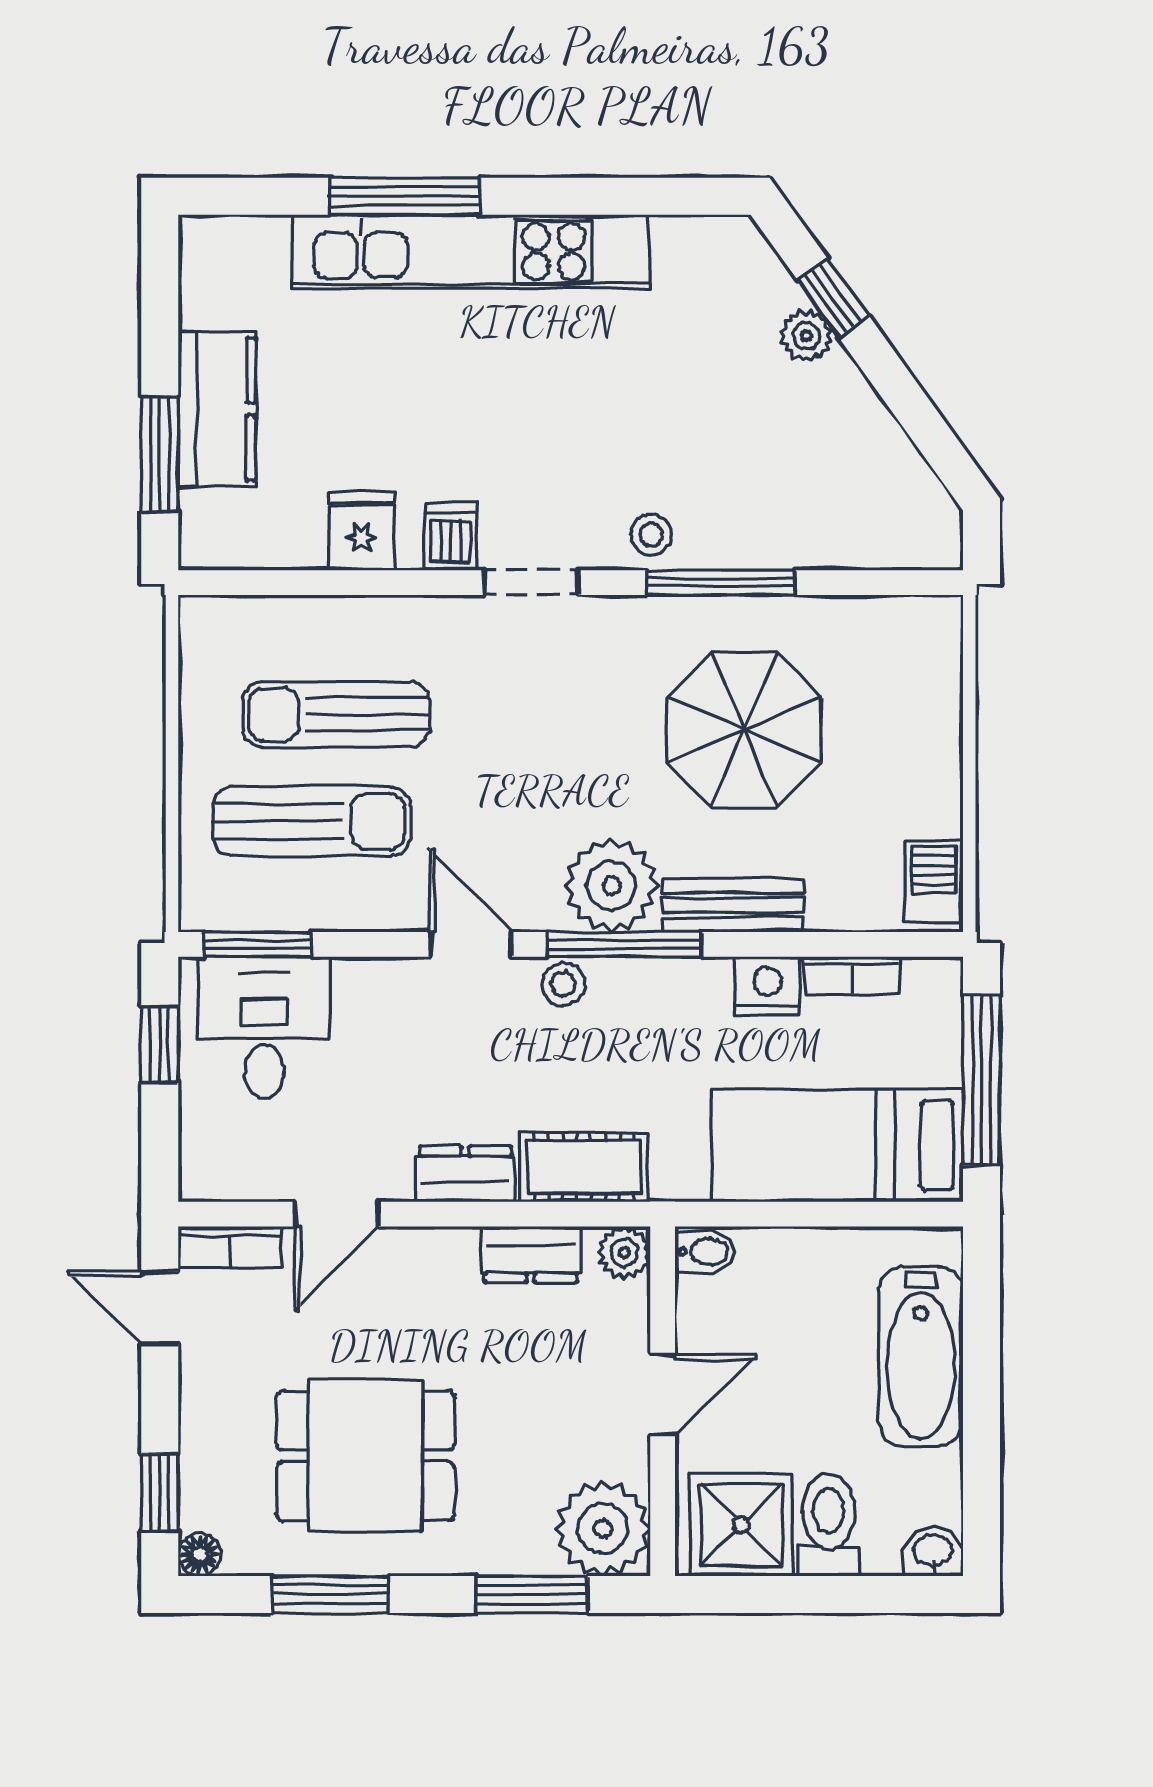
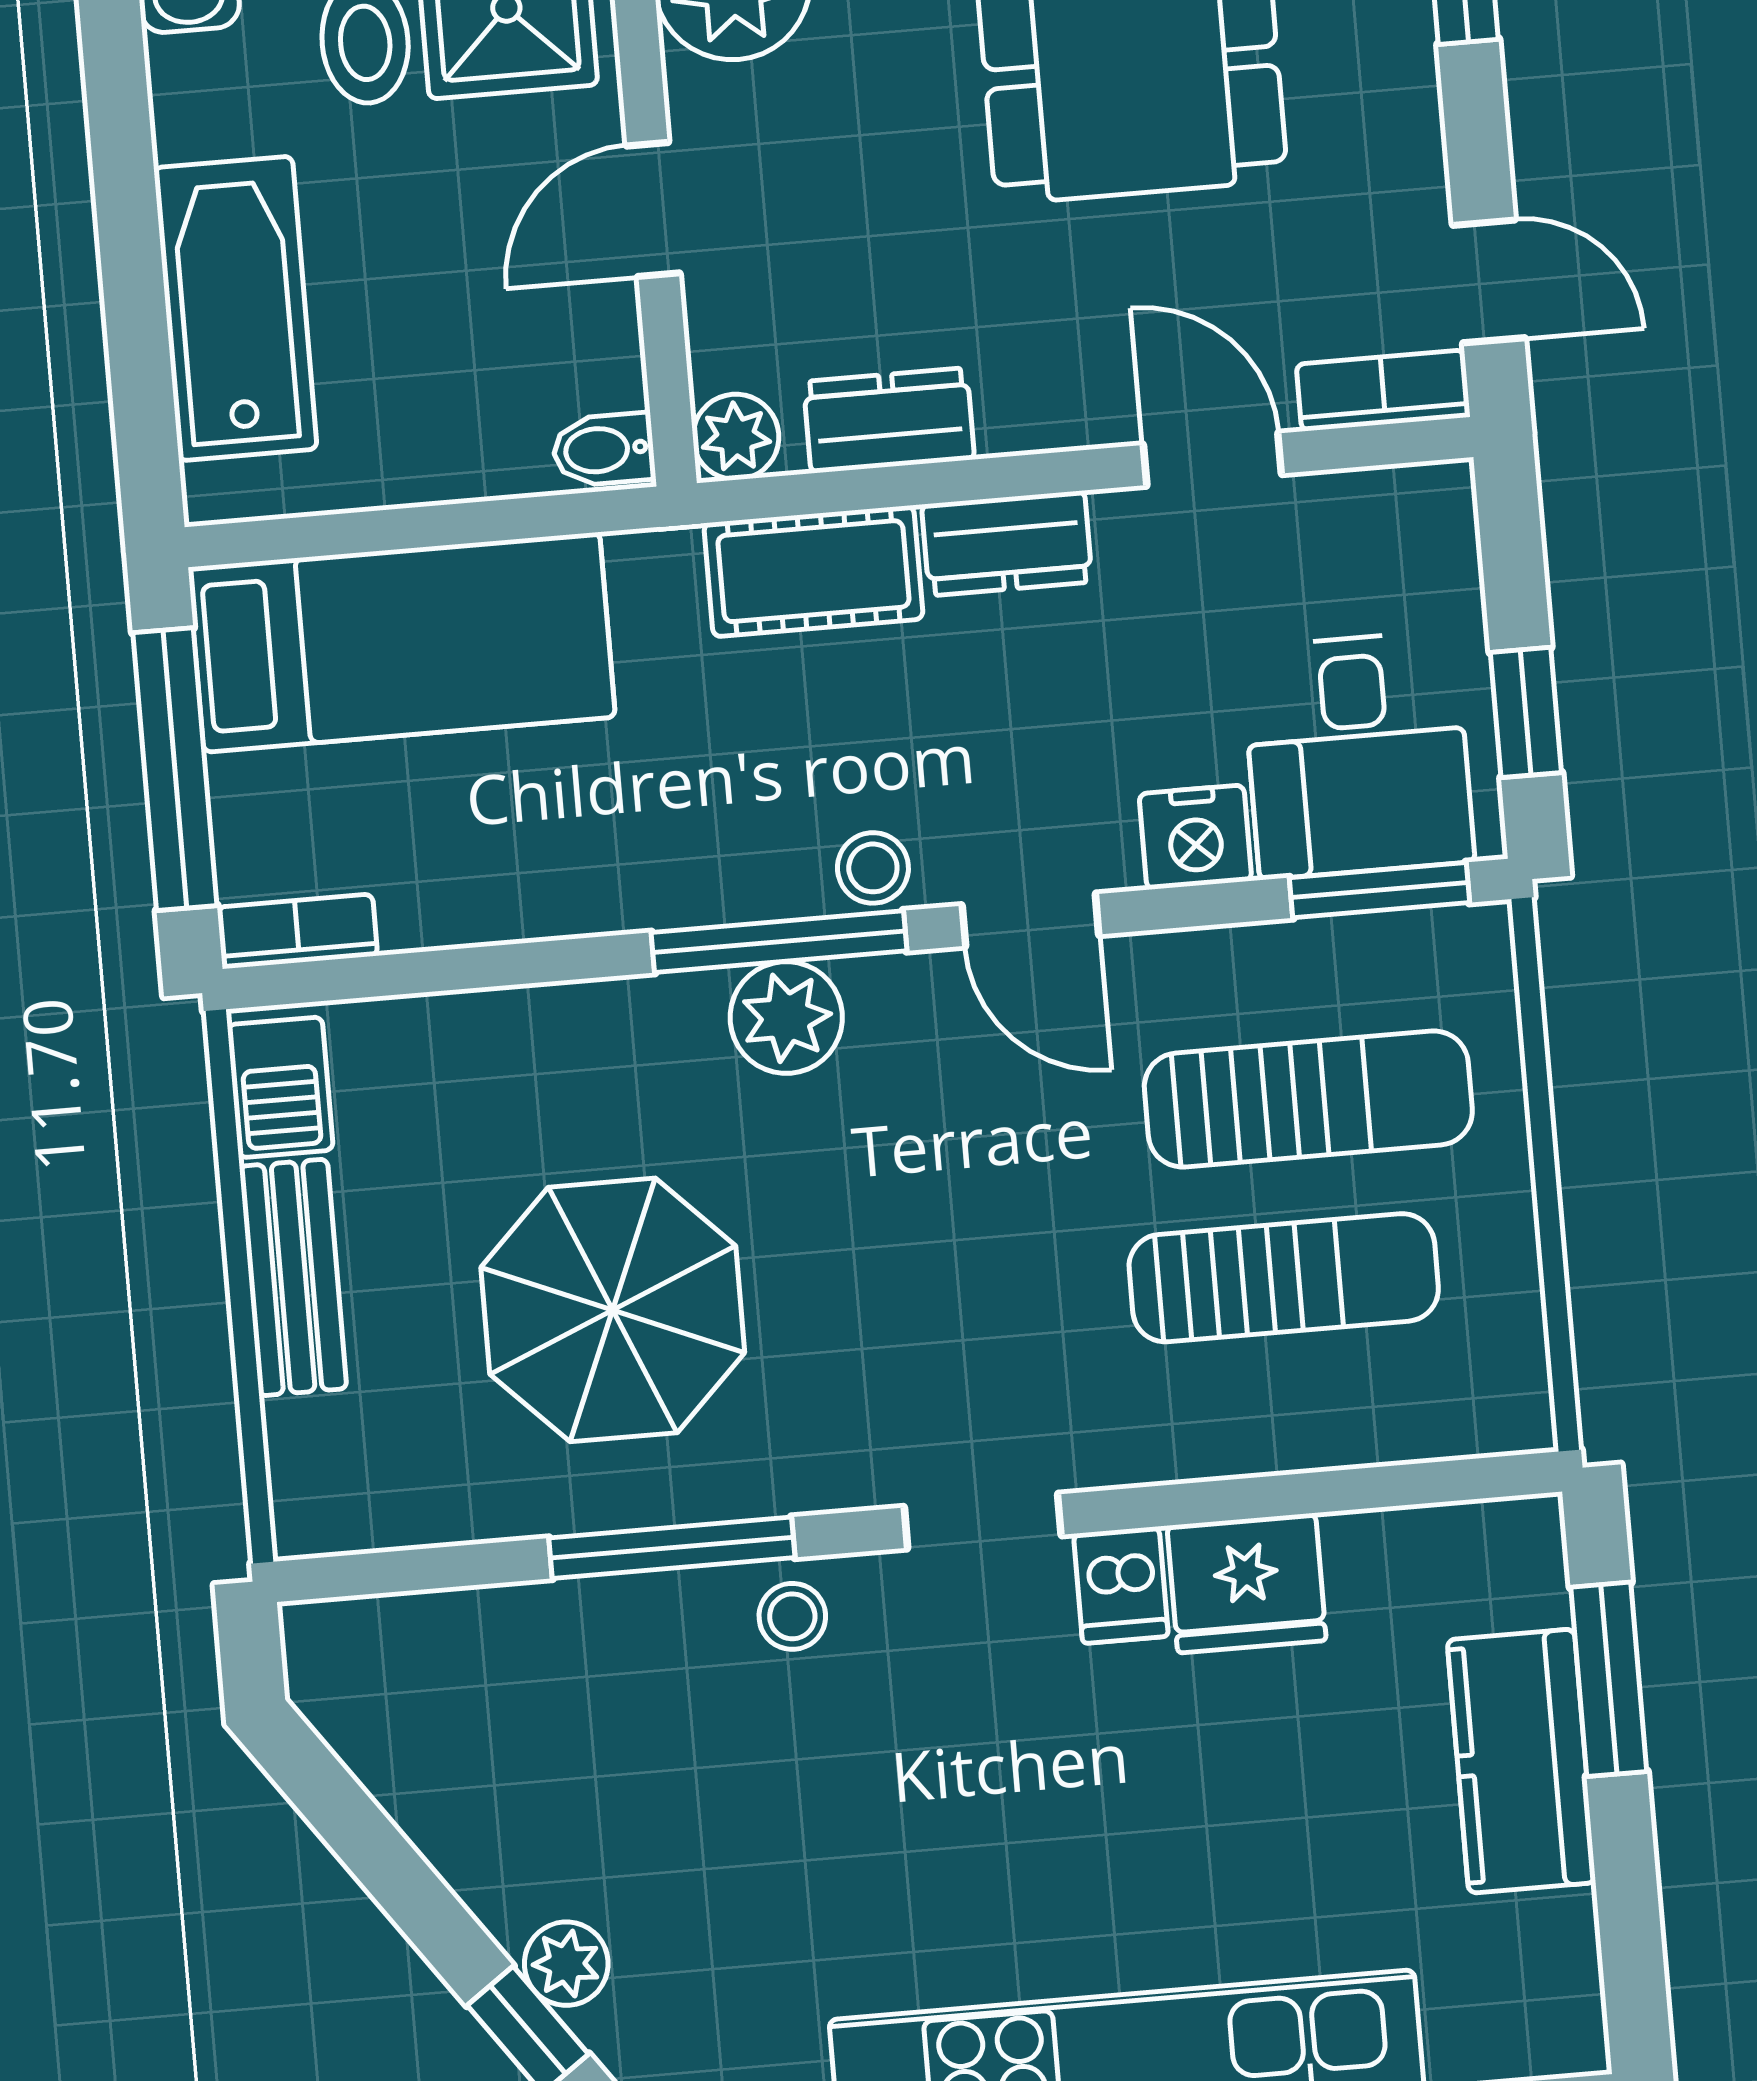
fridge: (362, 531) -> (1247, 1583), width x1.38
sun lounger: (312, 821) -> (1308, 1099), turned 180
plant: (611, 886) -> (786, 1018), width x0.73, depth x0.73
bench: (733, 905) -> (293, 1277), moved, turned 90
bookcase: (852, 976) -> (297, 931), moved
nightstand: (768, 986) -> (1195, 837), moved
door: (337, 1214) -> (1212, 459), hinge flipped

